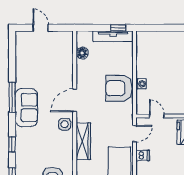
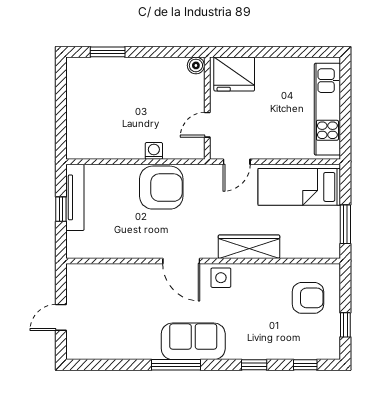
window: (118, 28) -> (61, 209), moved
floor lamp: (82, 53) -> (103, 249), removed
armchair: (119, 88) -> (161, 188), turned -90
door: (134, 134) -> (237, 162), swing flipped
dishwasher: (143, 156) -> (273, 148), removed

